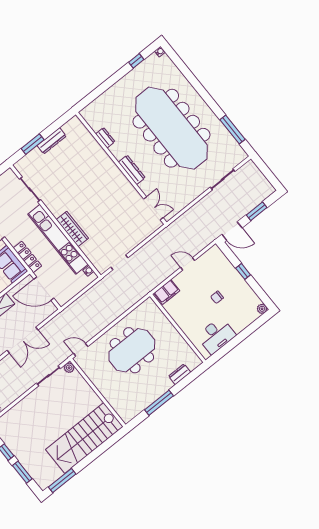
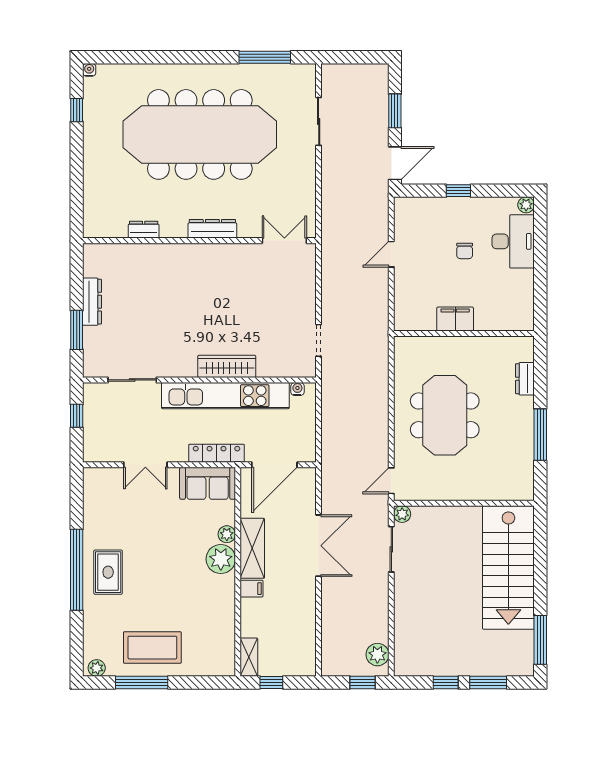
filing cabinet: (167, 292) -> (455, 319), moved, turned -90
desk: (216, 336) -> (513, 241), moved

